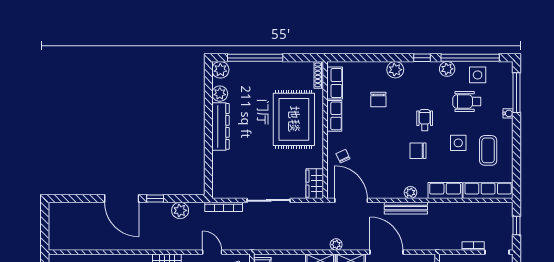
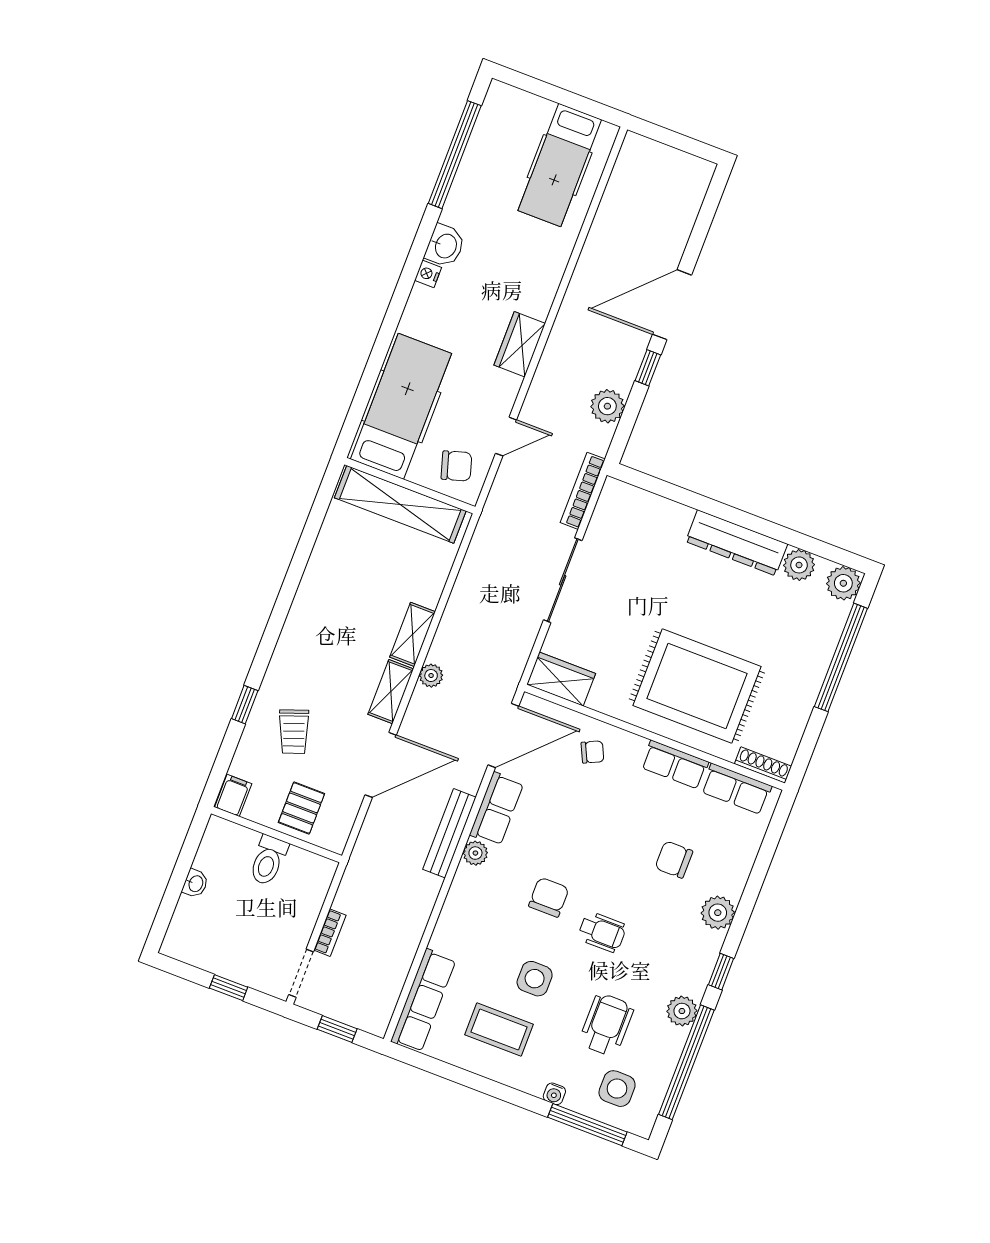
side table: (478, 75) -> (617, 1089), moved
row of seats: (445, 191) -> (497, 809), moved

